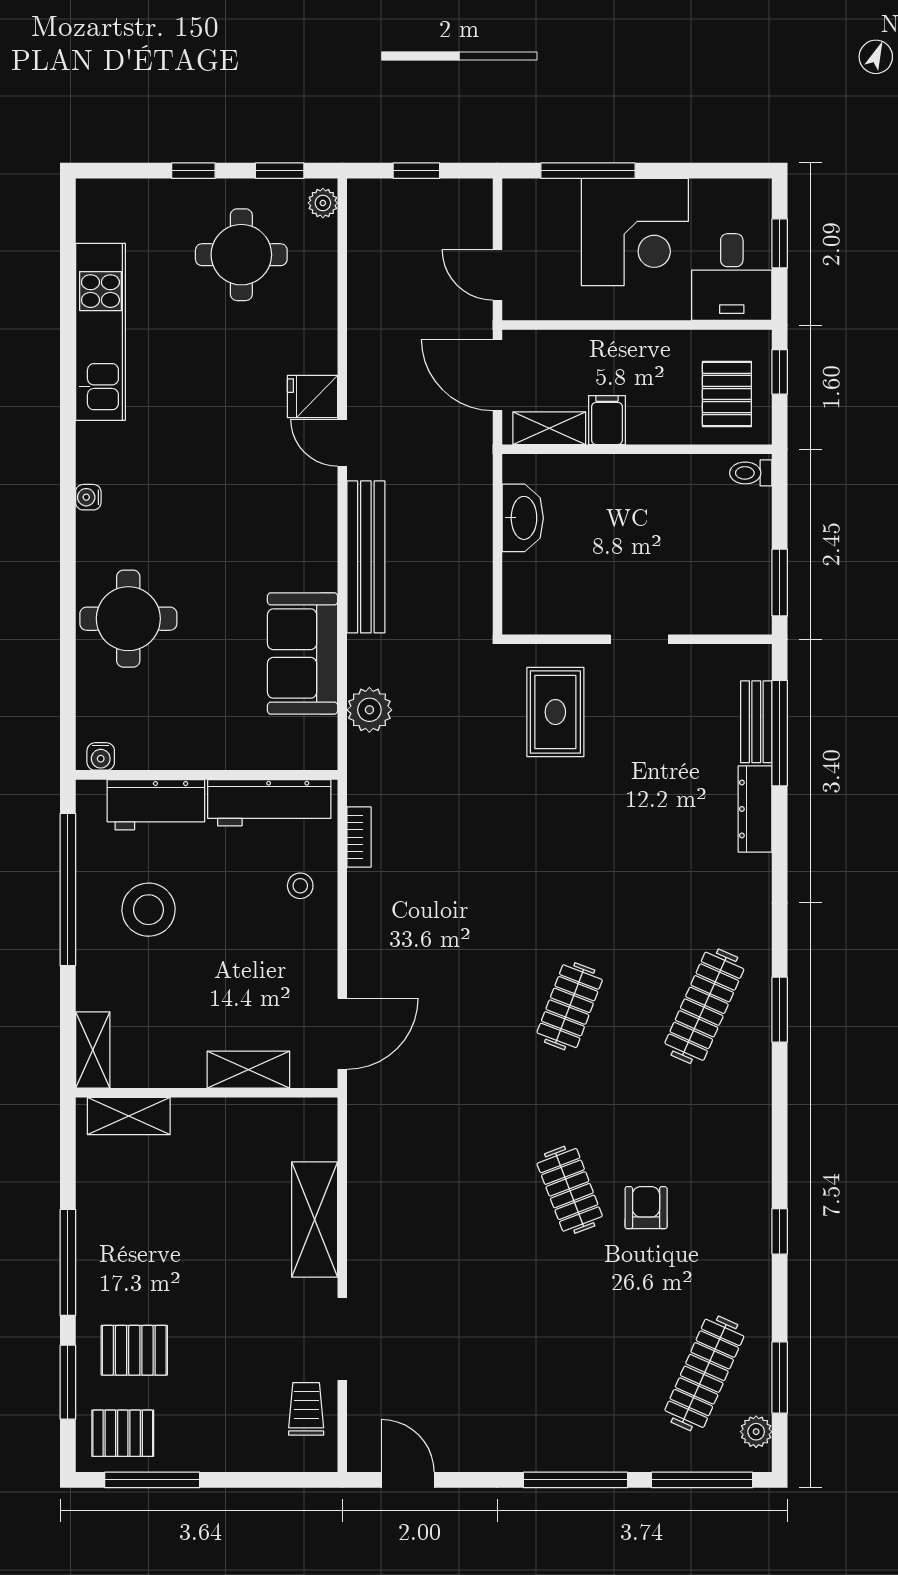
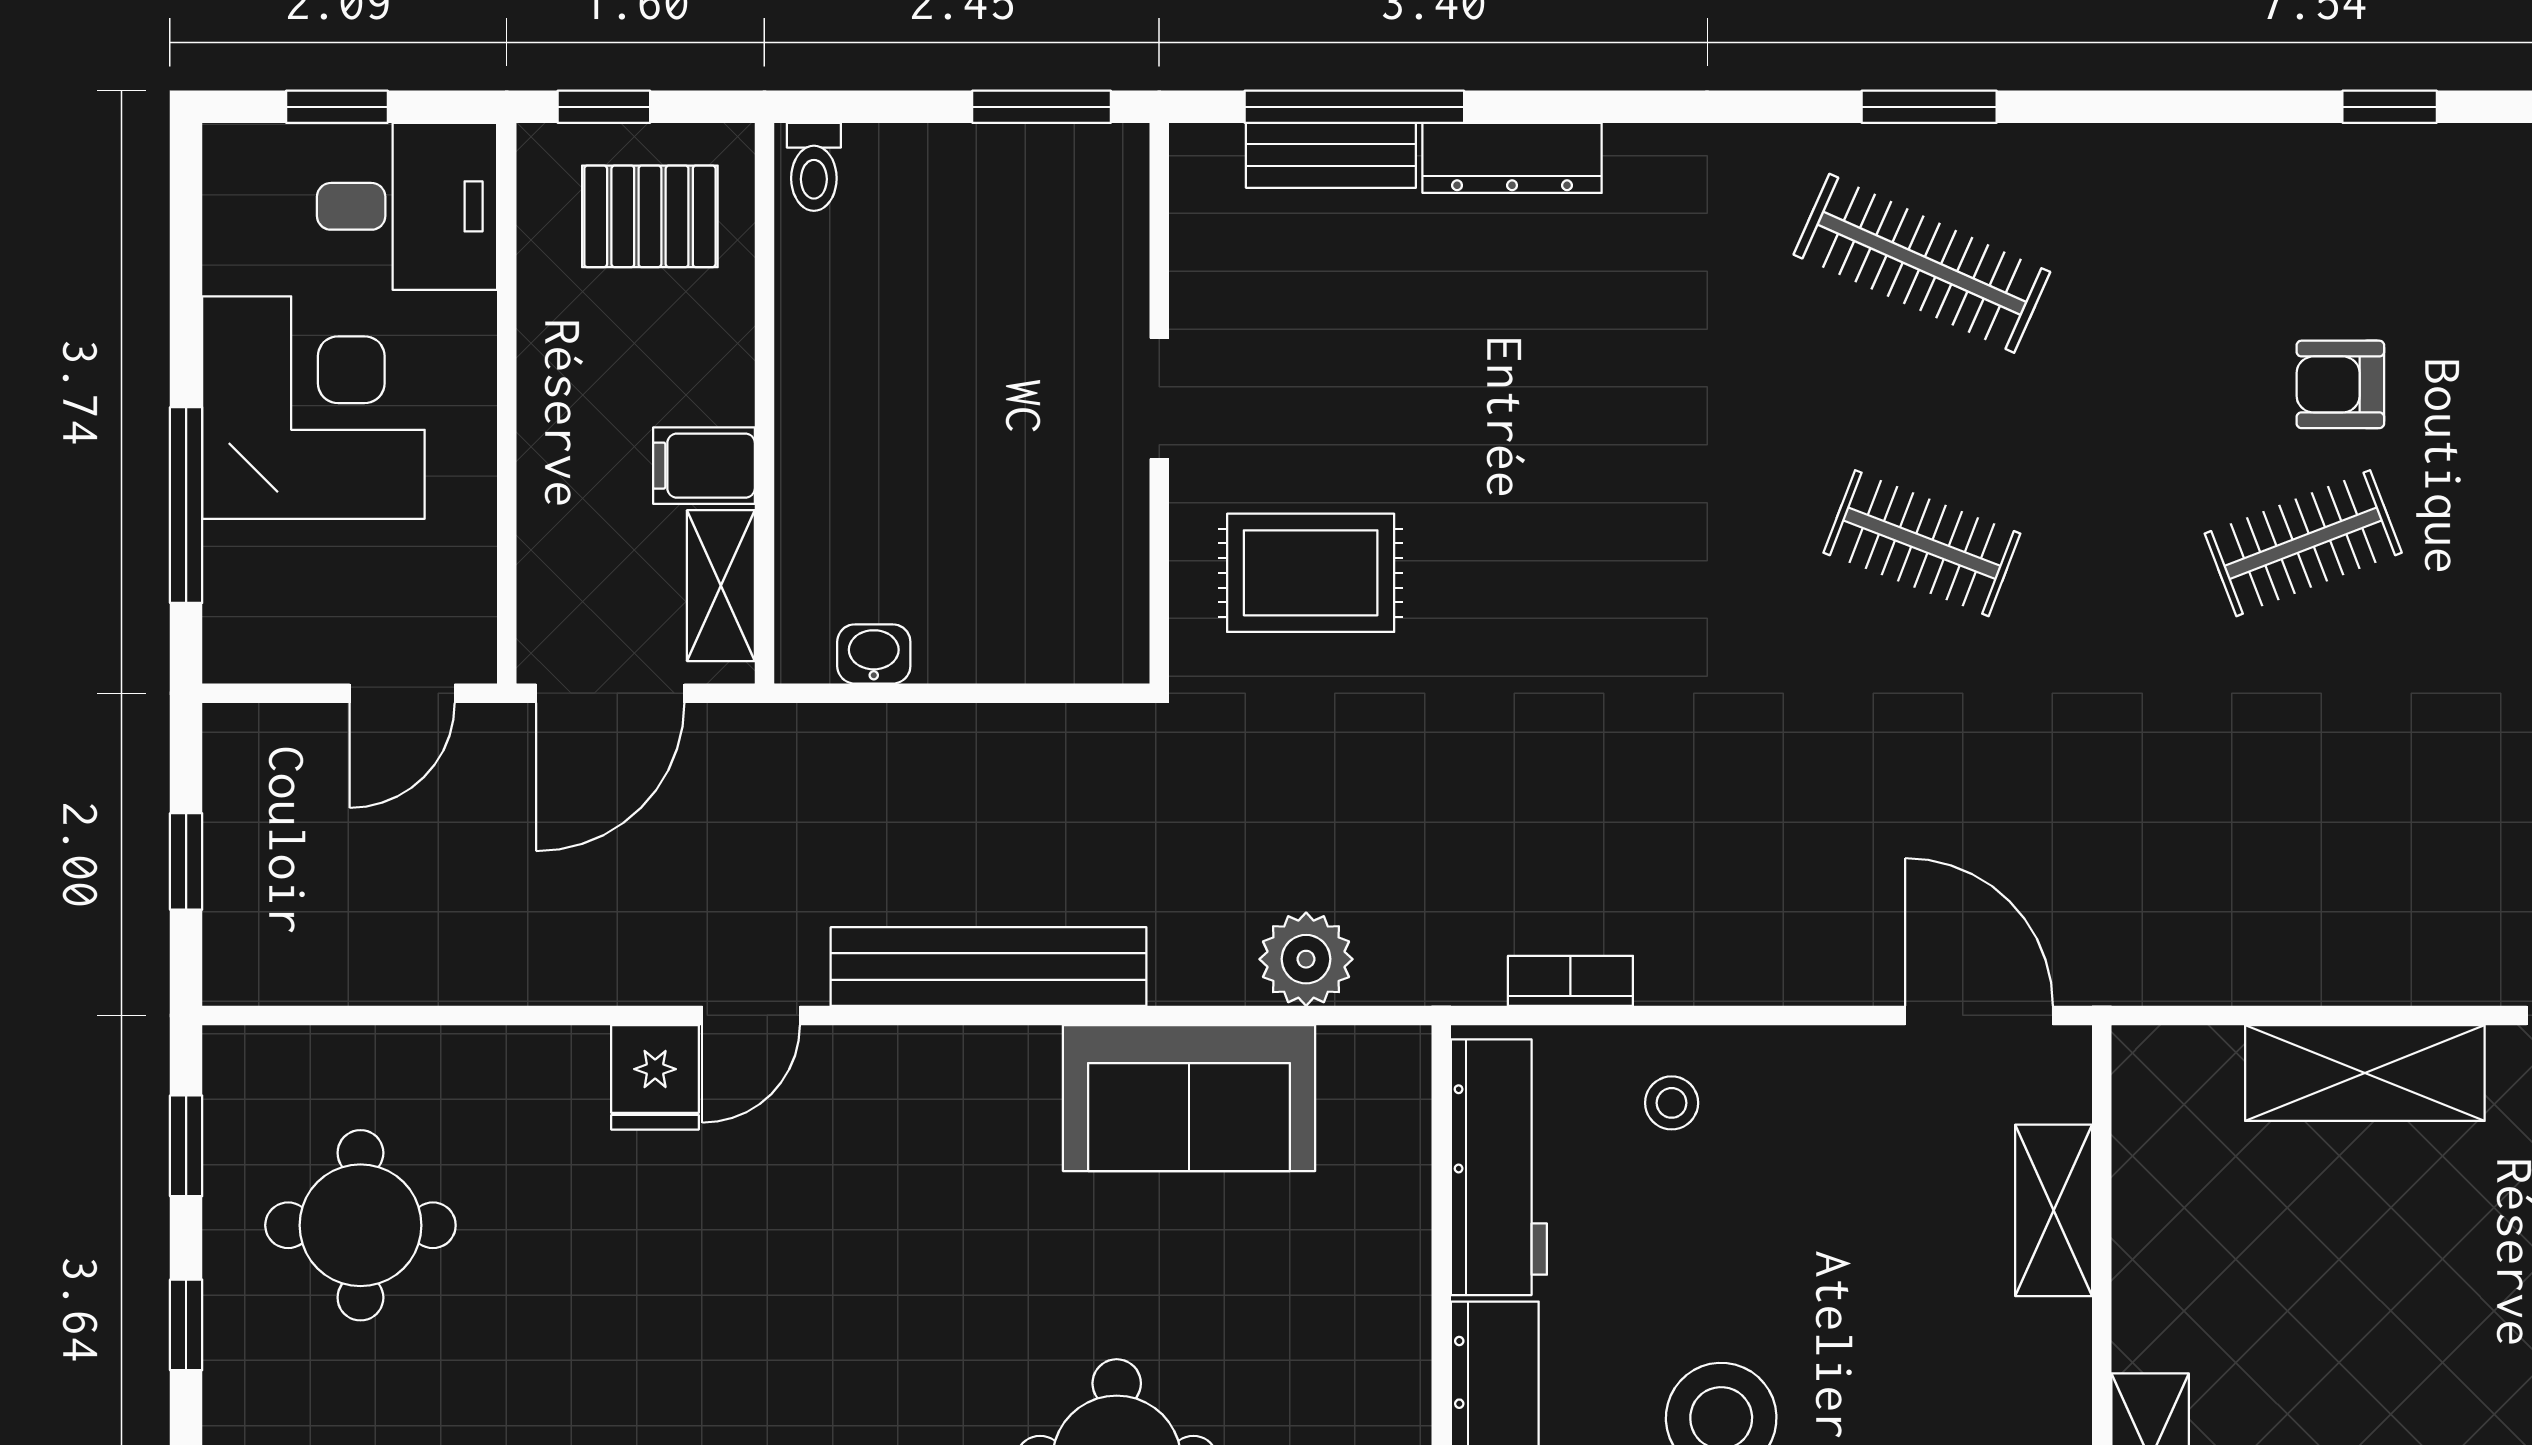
plant: (323, 203) -> (253, 1056), removed
washbasin: (523, 518) -> (874, 654), width x0.52, depth x0.69

